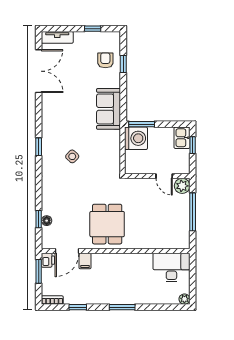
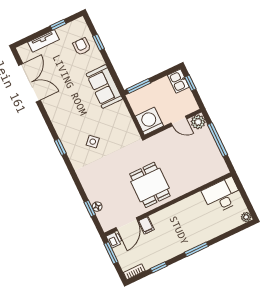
tv unit: (57, 37) -> (44, 41), moved
washing machine: (136, 138) -> (149, 121), moved, turned -90

